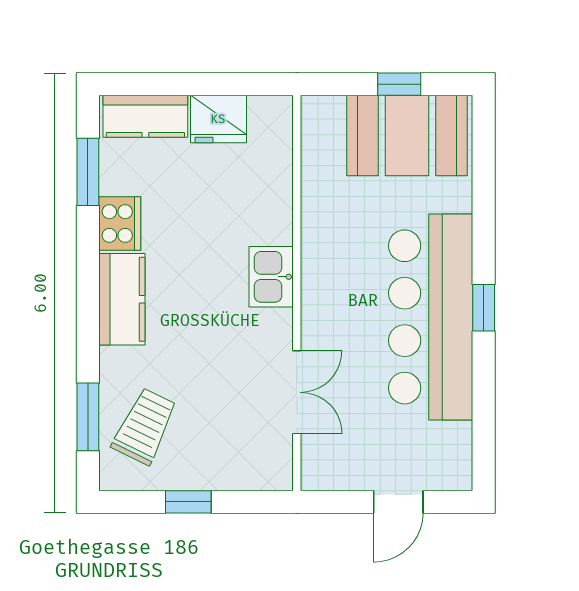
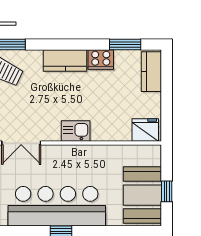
fridge: (218, 119) -> (145, 130), moved, turned 90

